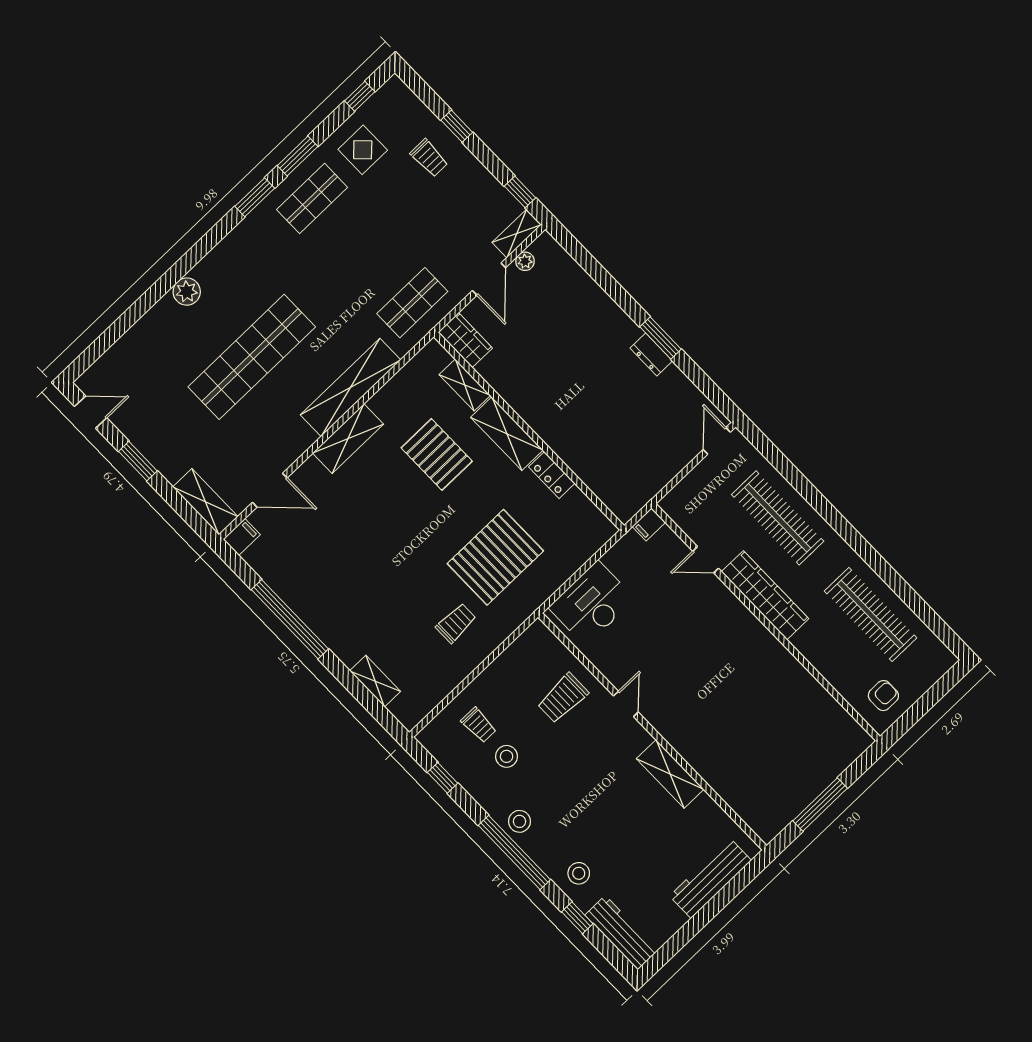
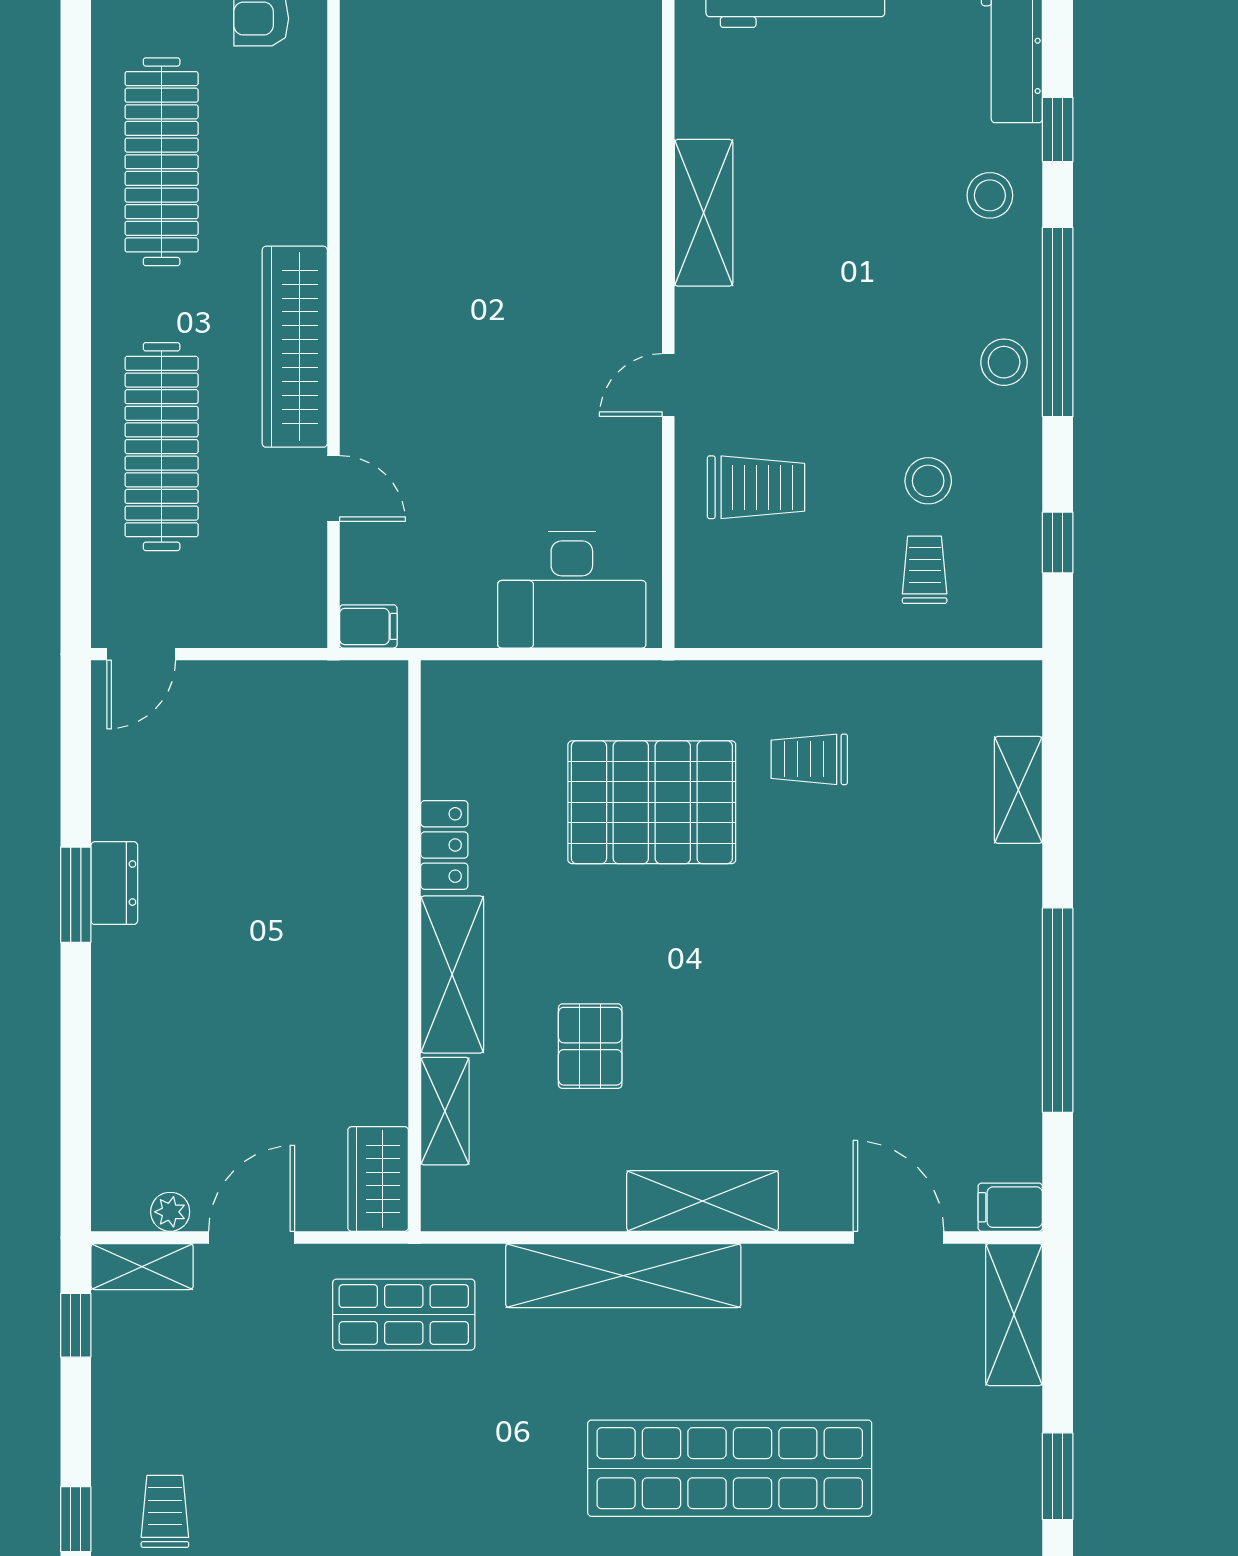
pallet: (437, 454) -> (590, 1046), width x0.67, depth x0.71

